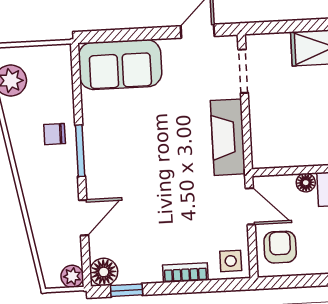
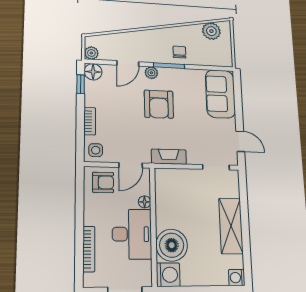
fireplace: (228, 137) -> (169, 157), width x0.73, depth x0.76
armchair: (147, 165) -> (159, 104), added
plant: (95, 179) -> (151, 73), added
door: (84, 218) -> (128, 63), hinge flipped

